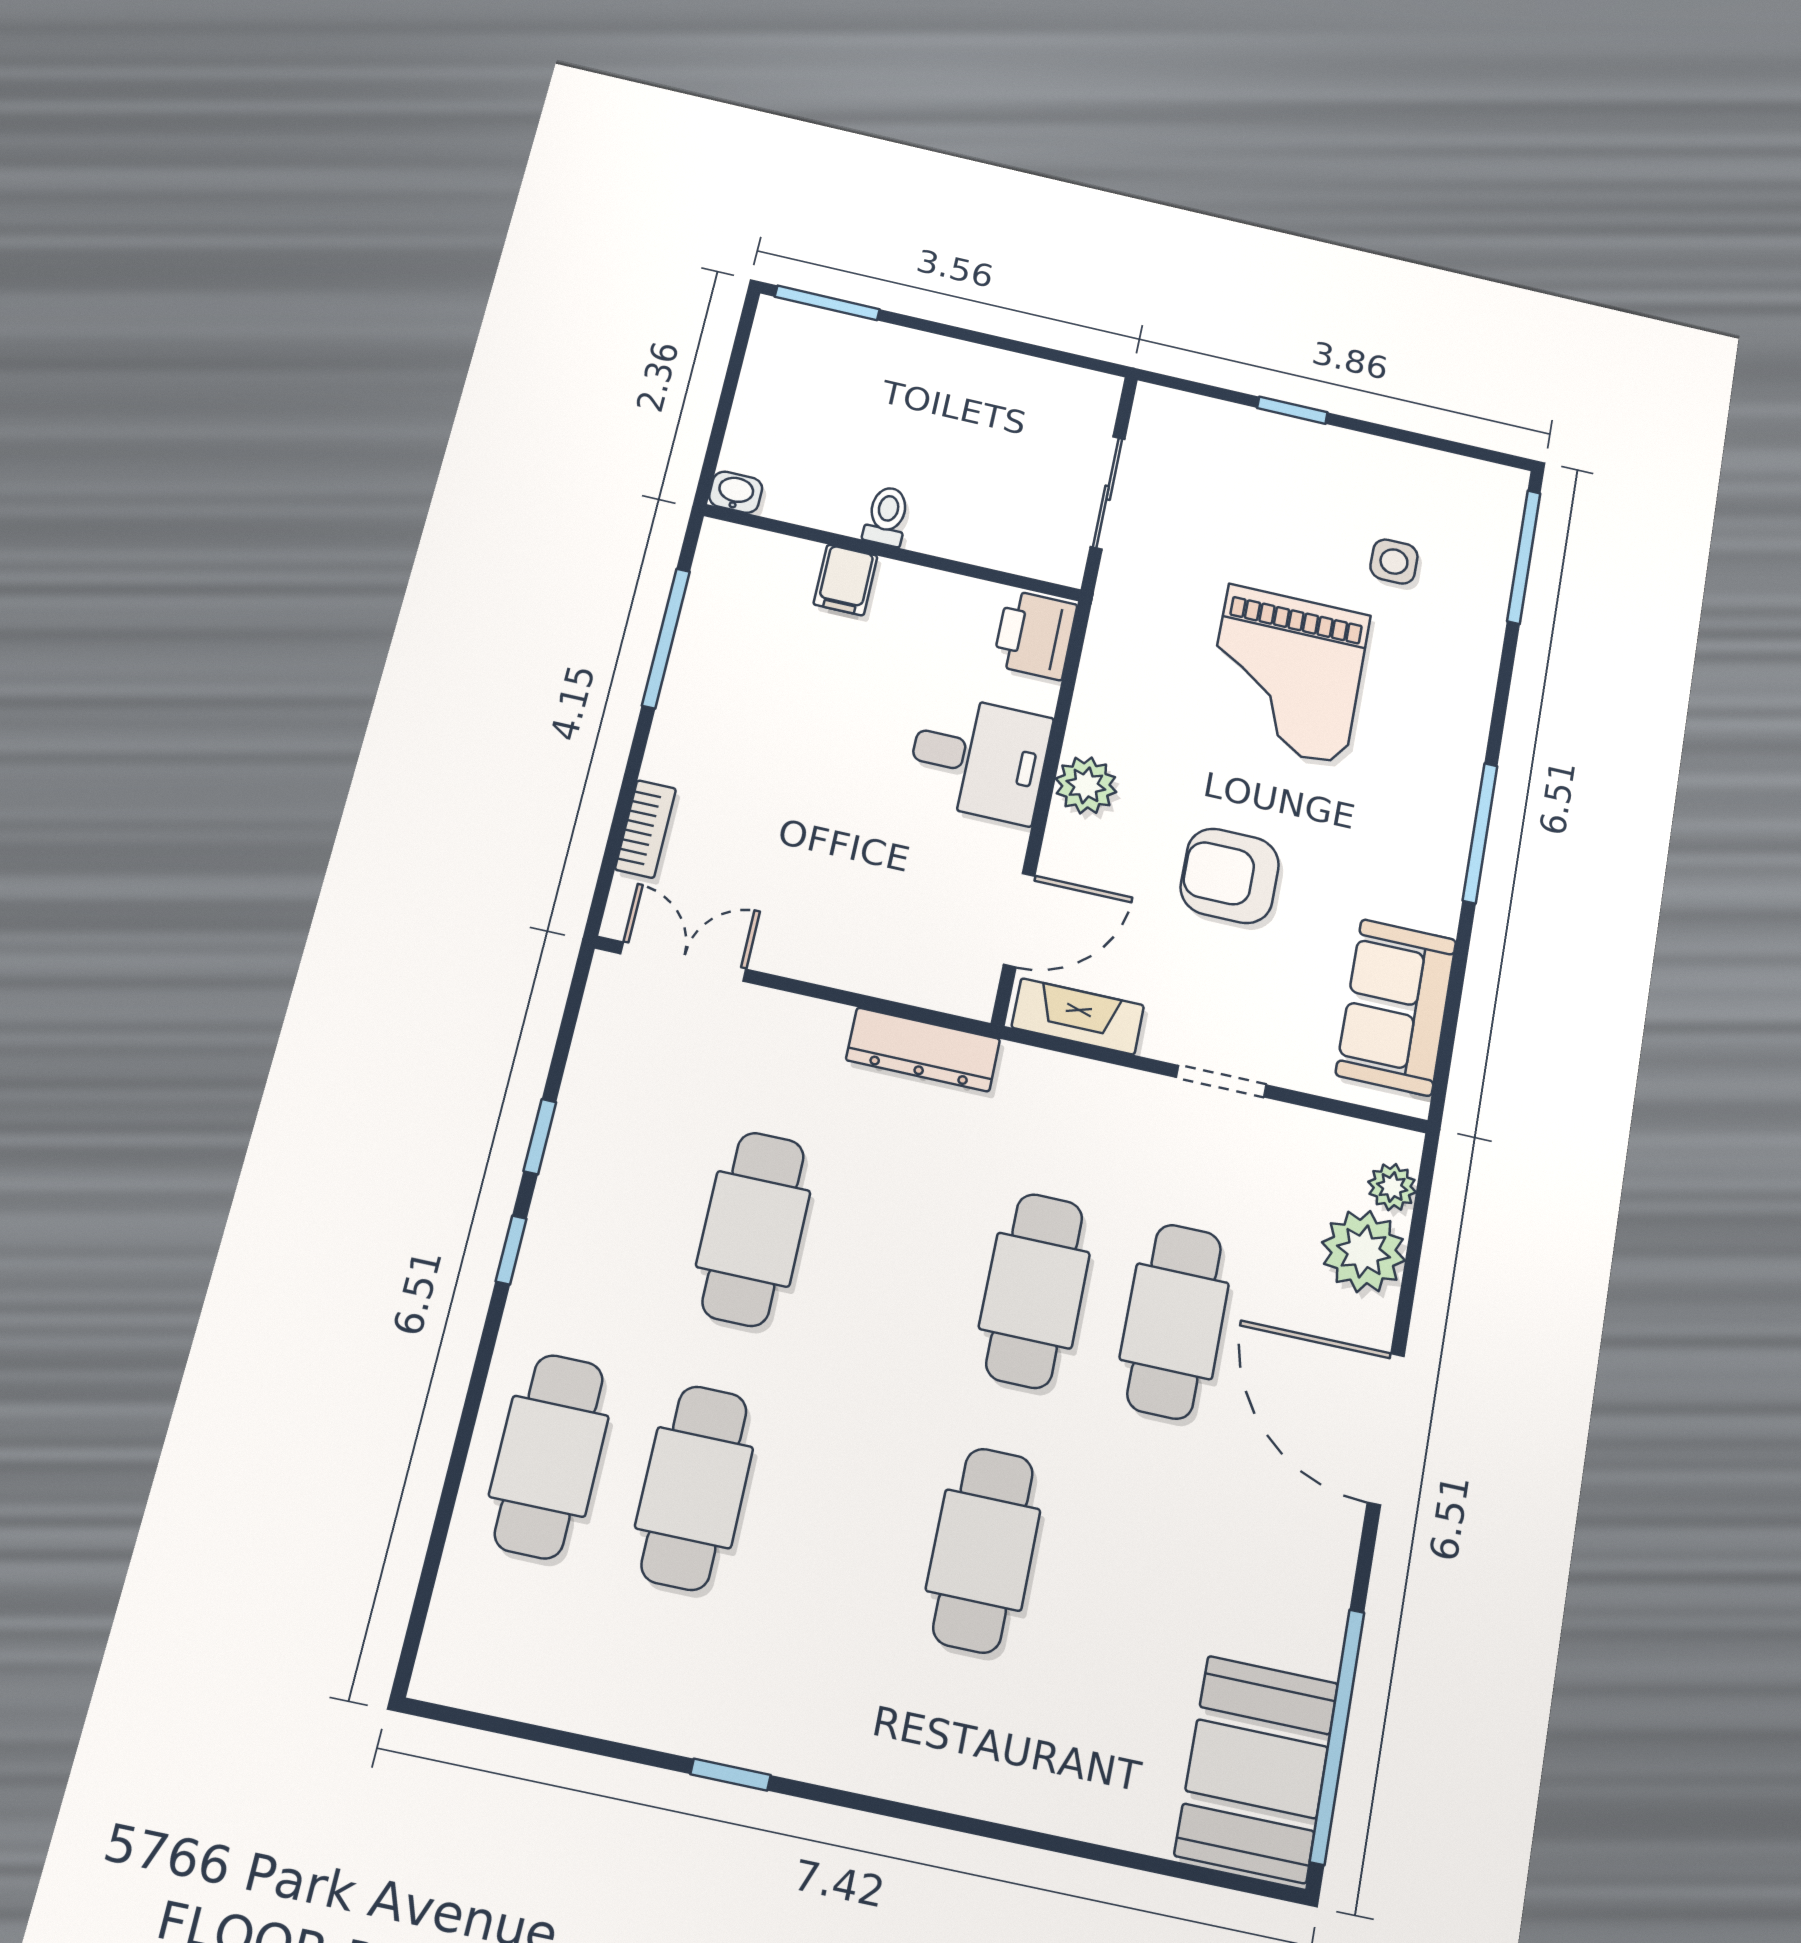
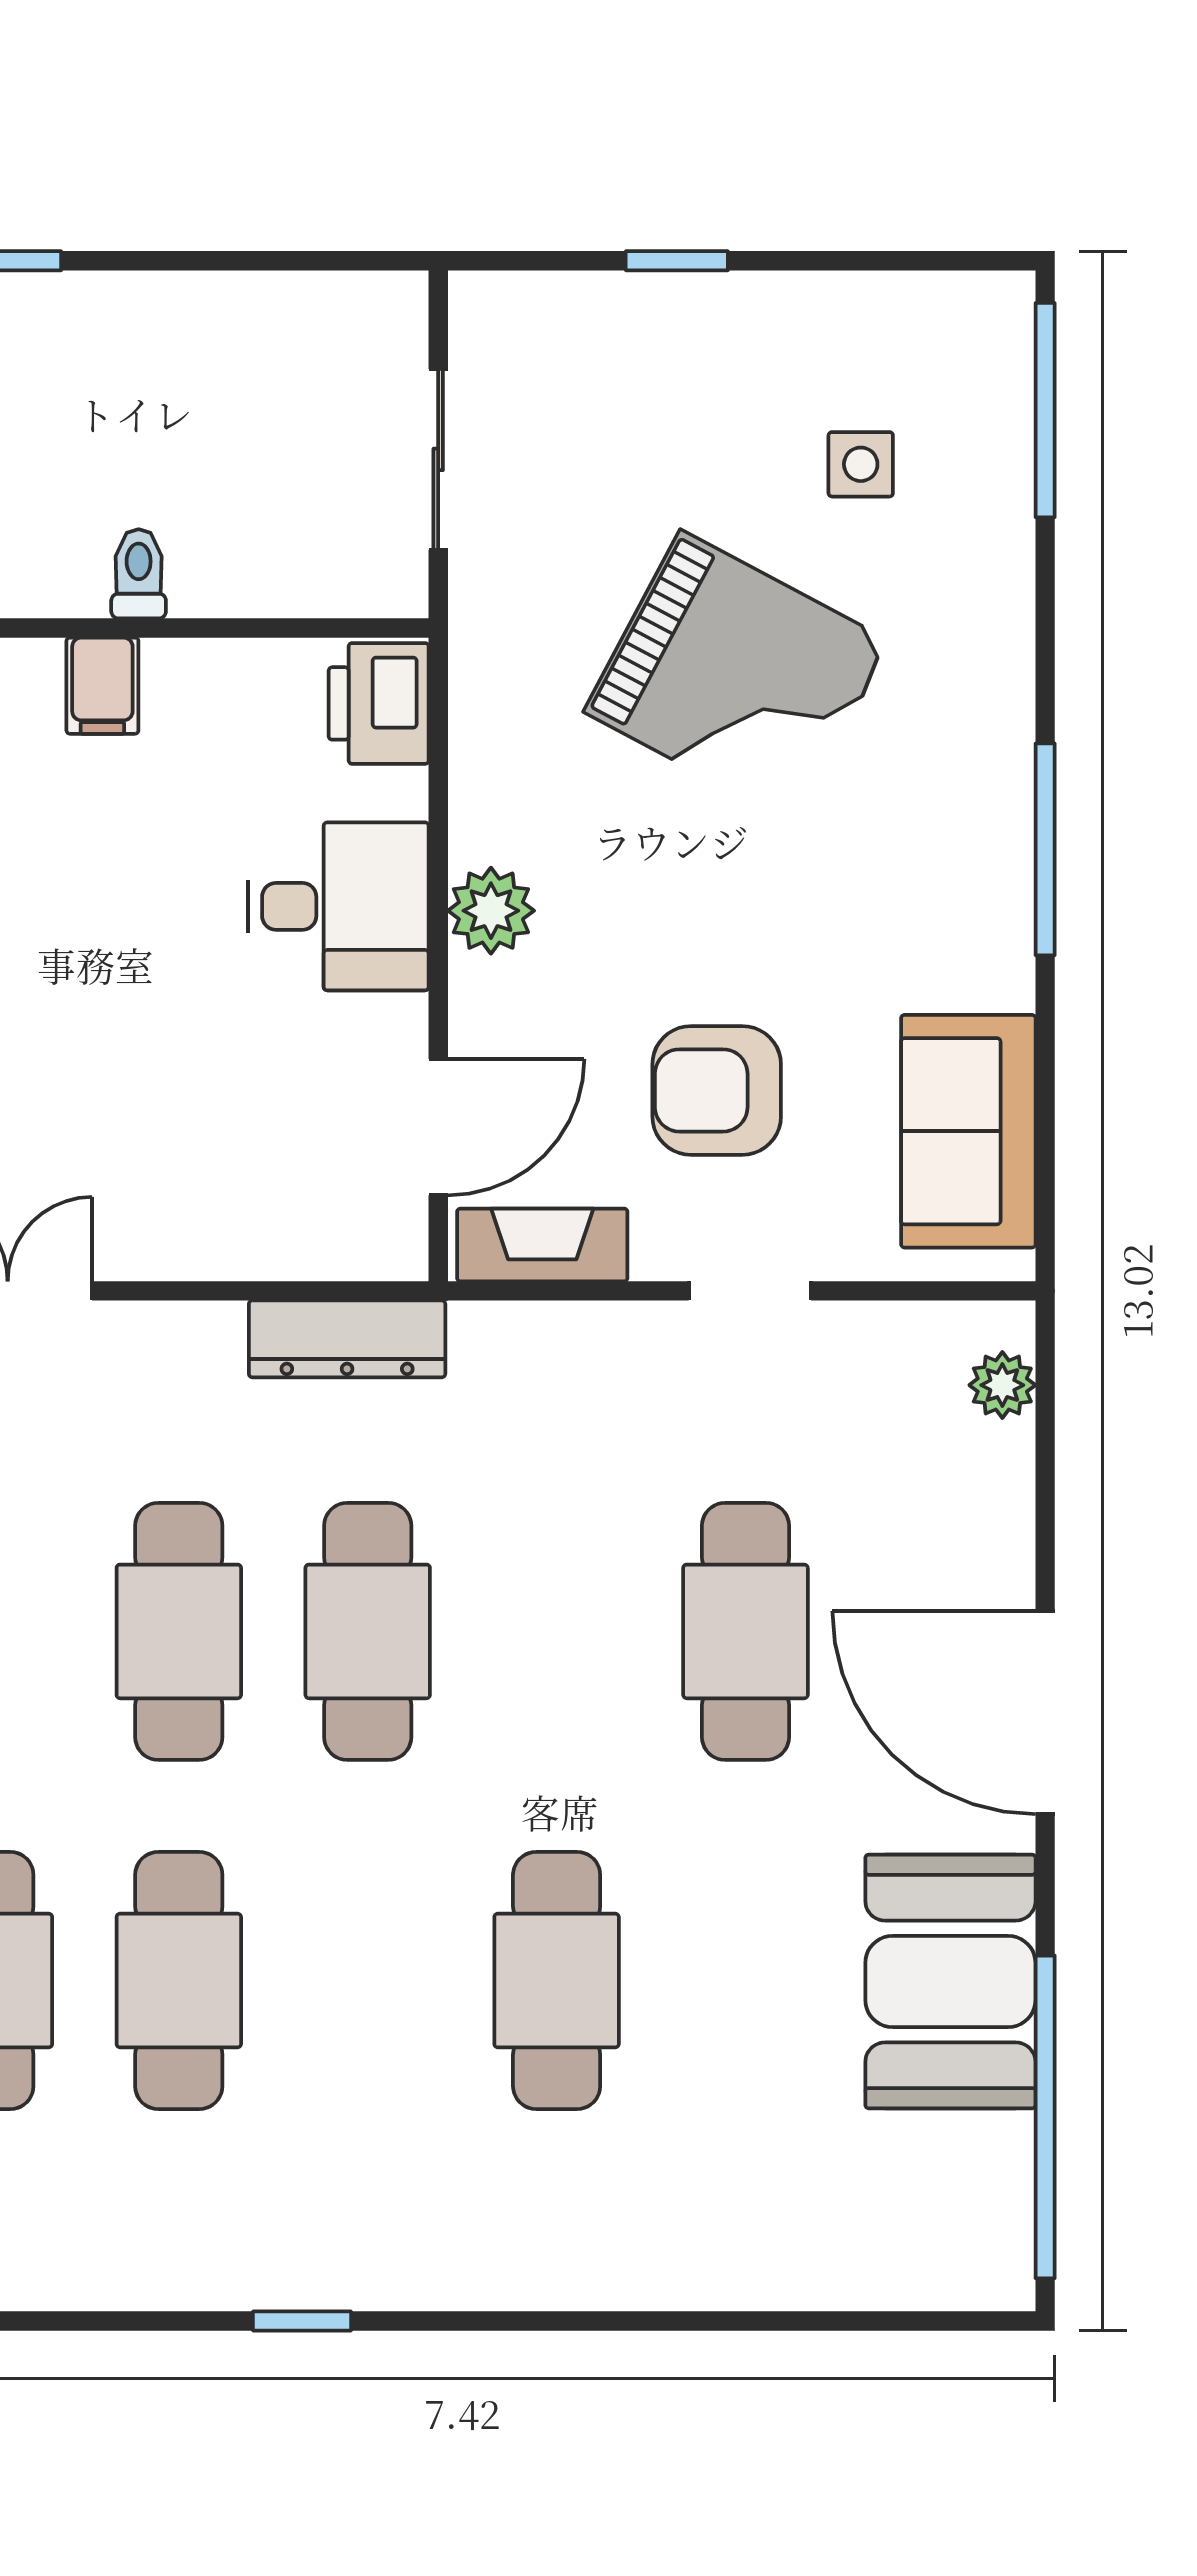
grand piano: (1286, 674) -> (737, 677), turned -62
armchair: (1230, 876) -> (717, 1090), moved
plant: (1364, 1251) -> (978, 1482), removed
cafe table: (1034, 1290) -> (368, 1631), moved
booth: (1257, 1769) -> (950, 1981), moved

